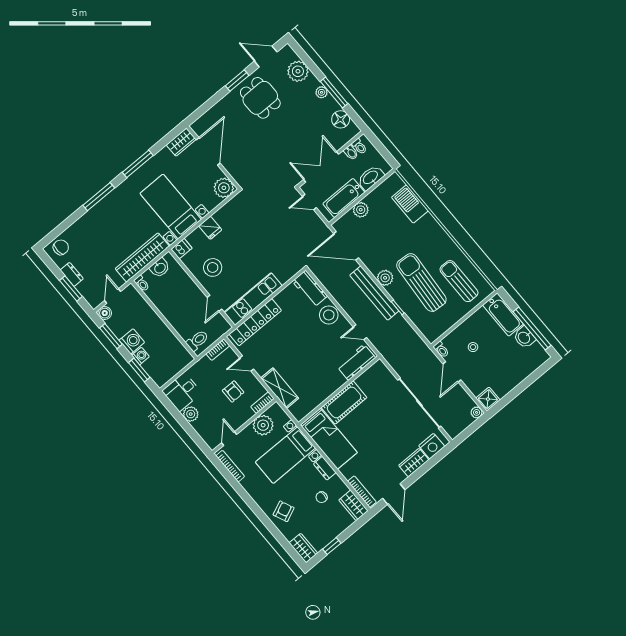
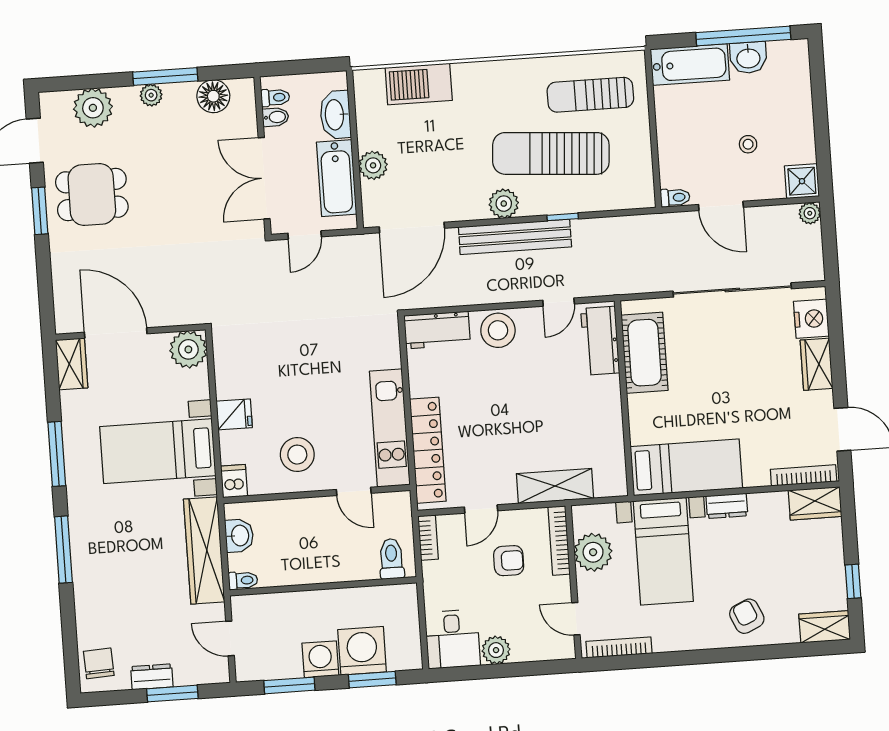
boiler: (105, 313) -> (247, 669), removed
stool: (473, 347) -> (748, 144), moved
washing machine: (140, 356) -> (362, 651), width x1.89, depth x1.89
bookcase: (262, 403) -> (559, 541), width x1.56
cot: (344, 403) -> (645, 353), moved
chair: (322, 497) -> (767, 543), removed

